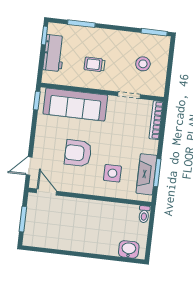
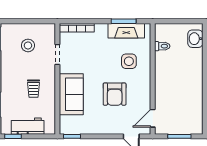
sofa: (75, 104) -> (71, 94), width x0.73
toilet: (144, 214) -> (162, 46), moved

